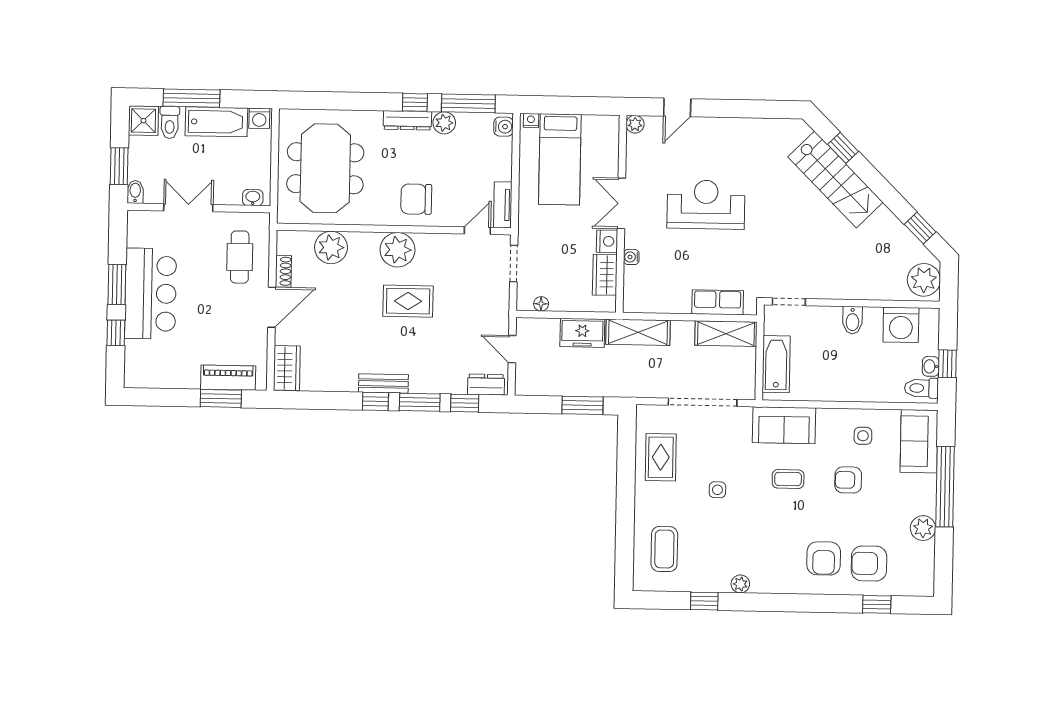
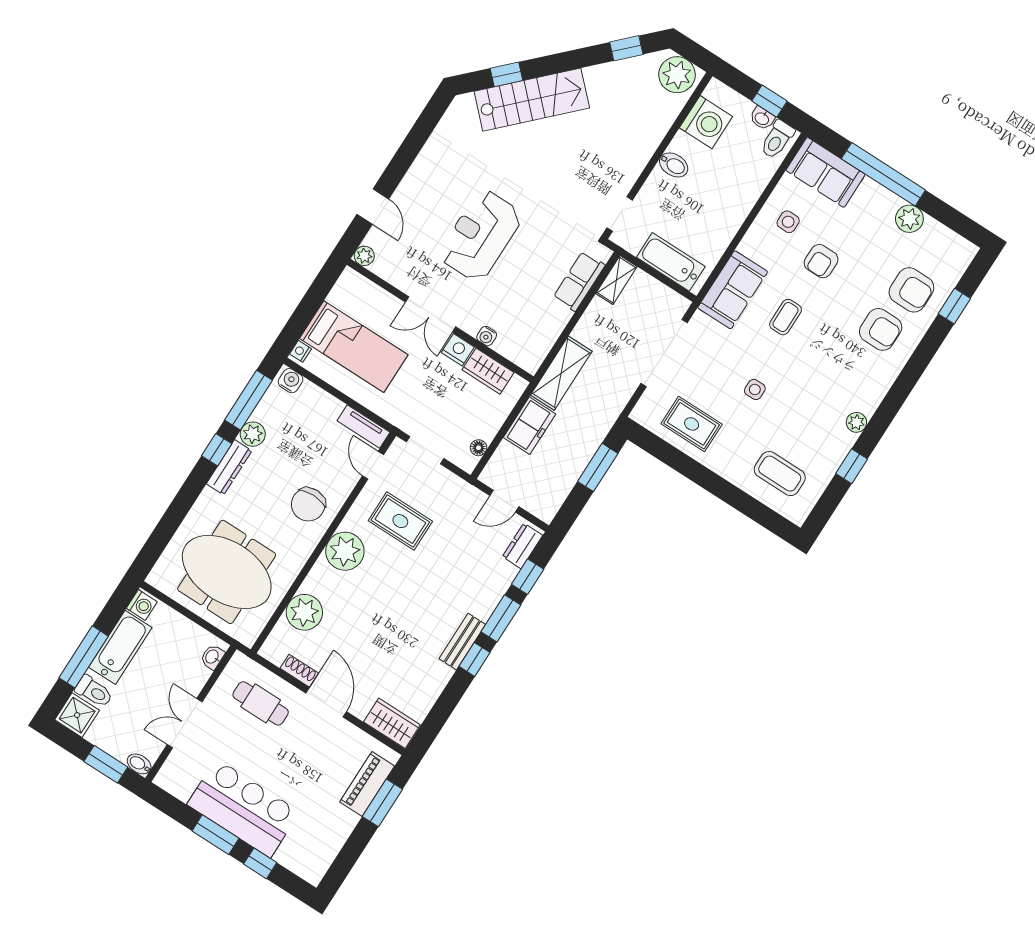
rug: (408, 301) -> (400, 521), moved, turned 90
shelving: (726, 334) -> (616, 280), width x0.67, depth x0.75
armchair: (869, 563) -> (911, 290), turned -90

